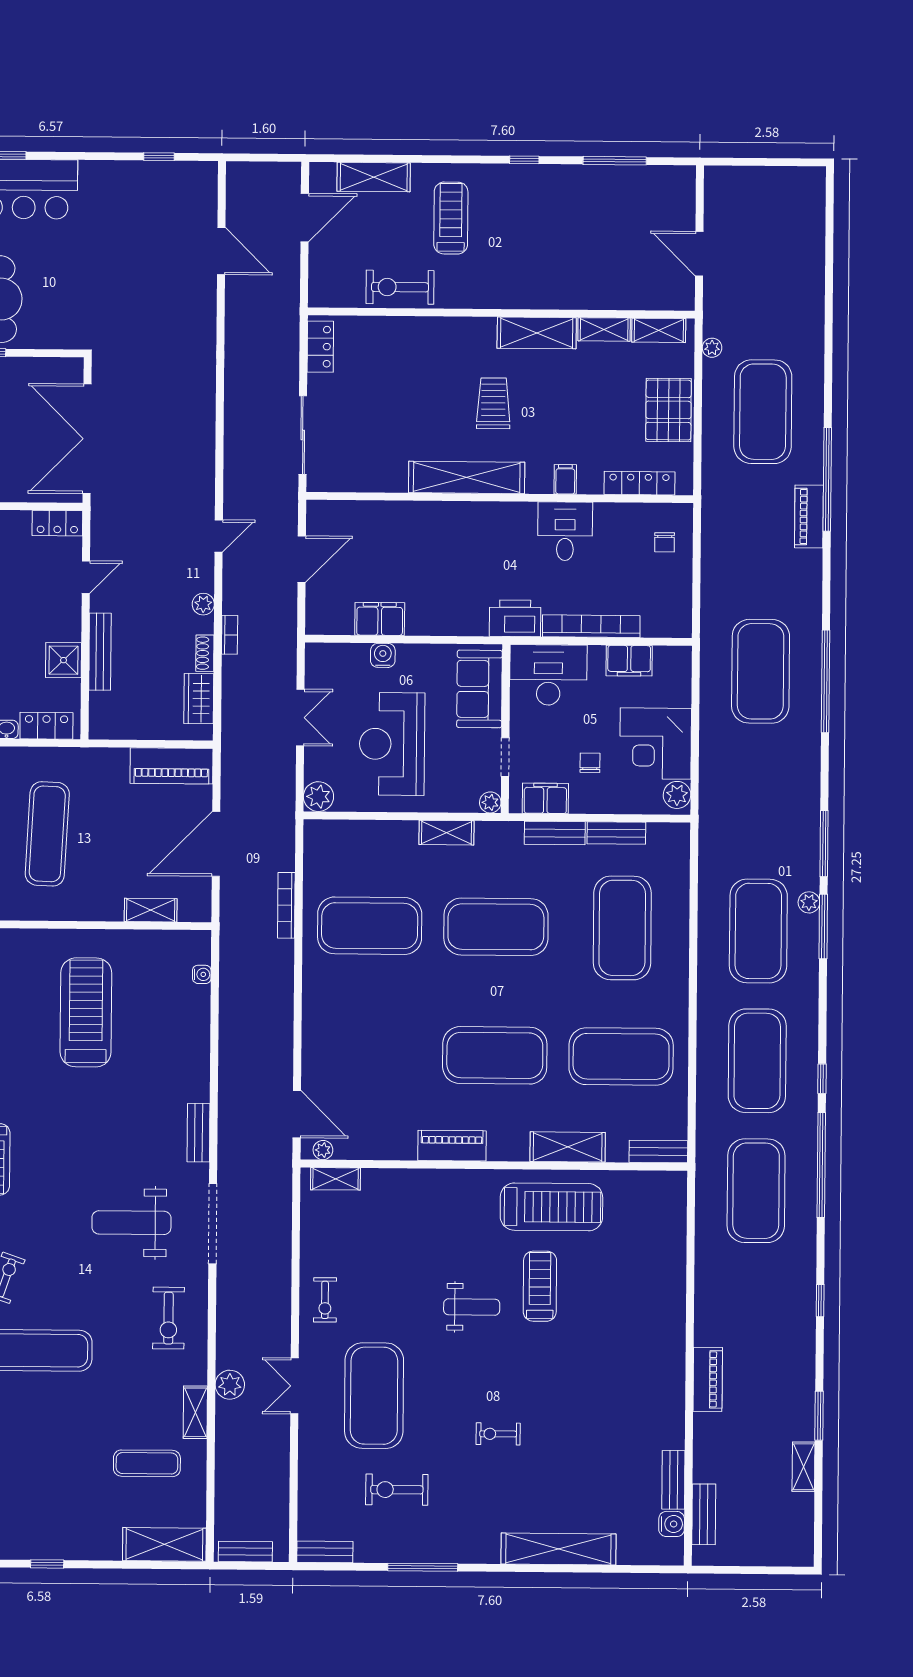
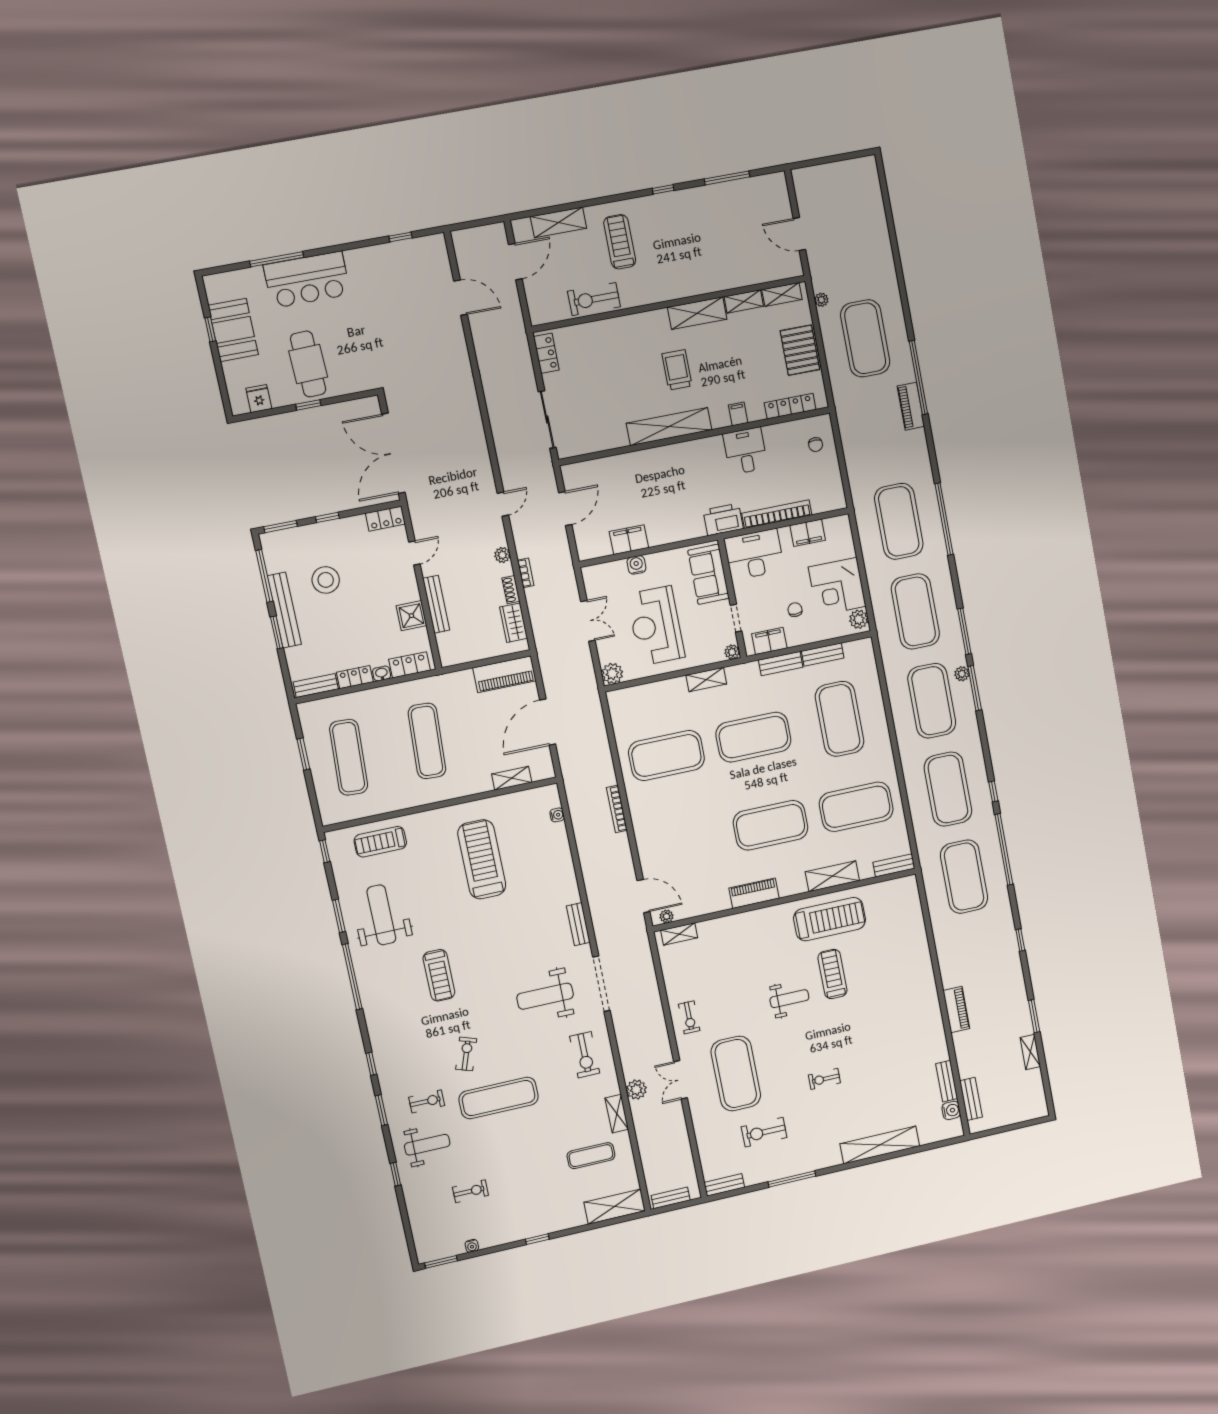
exercise mat: (759, 801) -> (915, 611), added
bookcase: (286, 905) -> (617, 809), moved

